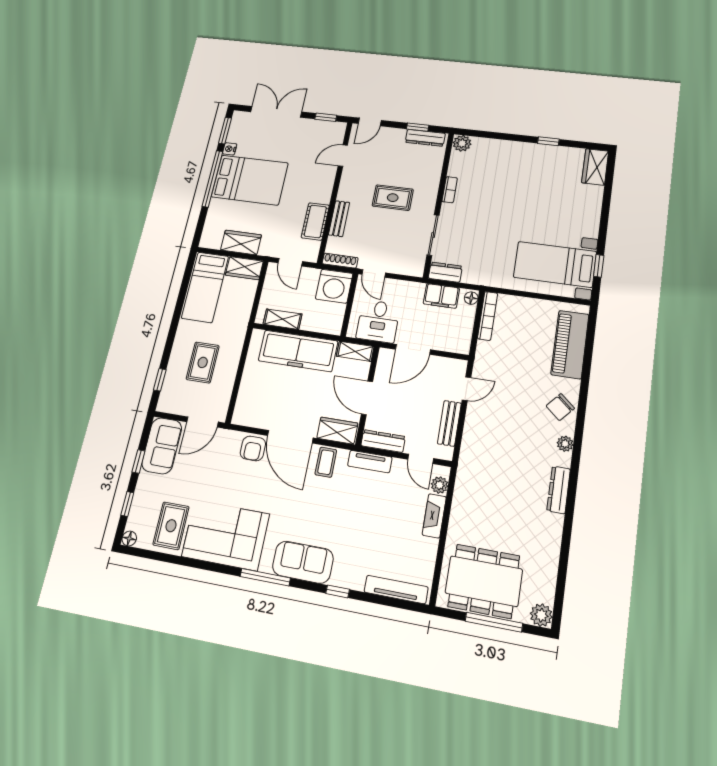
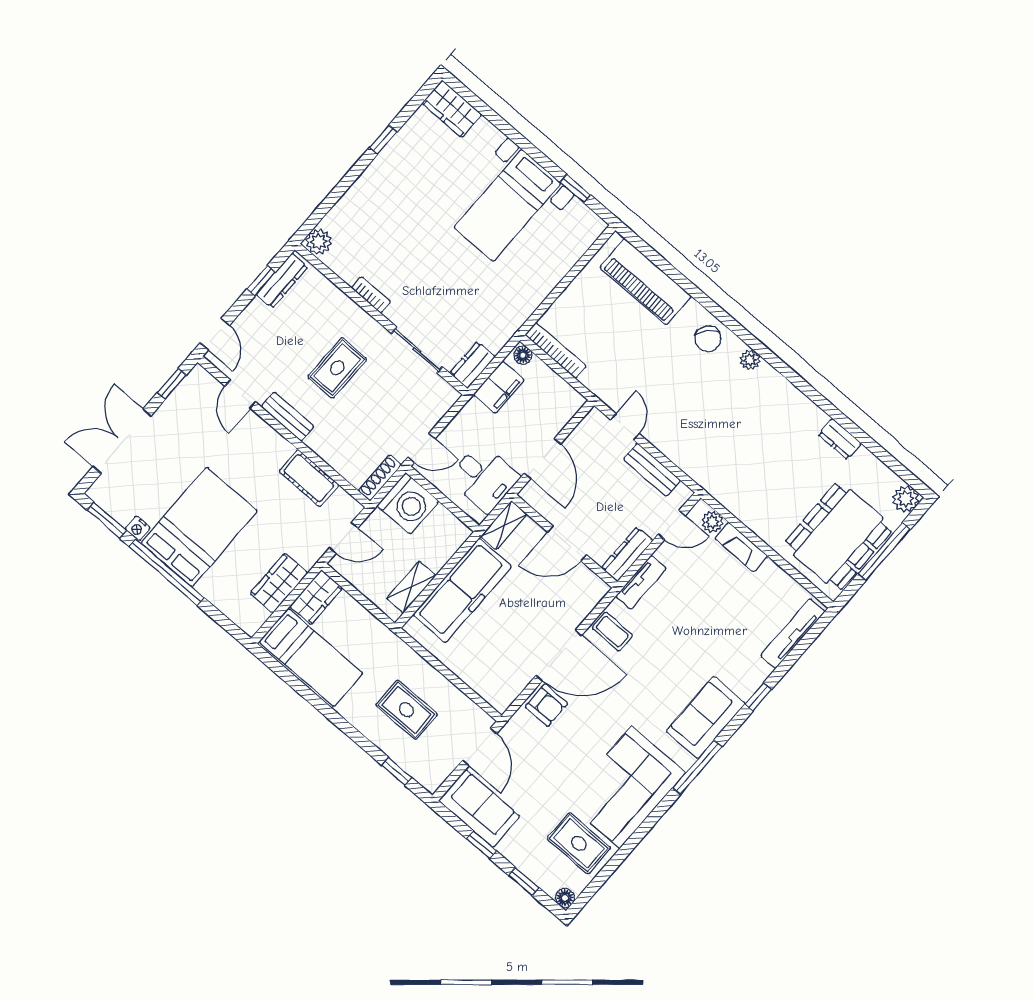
bench: (339, 219) -> (288, 416), moved
bed with nightstands: (555, 264) -> (507, 205), moved
wardrobe: (337, 431) -> (584, 599), removed
dresser: (559, 490) -> (840, 439), moved, width x0.70

